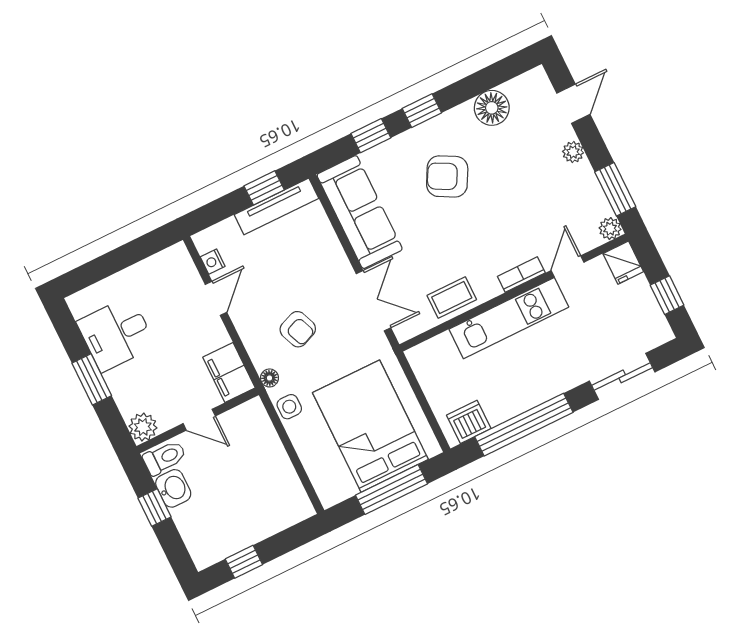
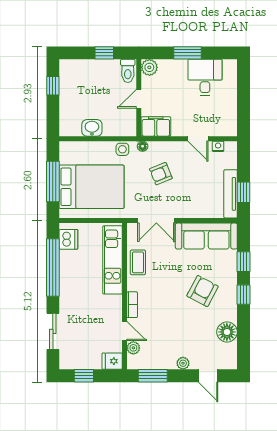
plant: (610, 229) -> (133, 348), moved
kitchen unit: (509, 318) -> (113, 260), moved
washbasin: (173, 488) -> (92, 128), moved, turned 180

